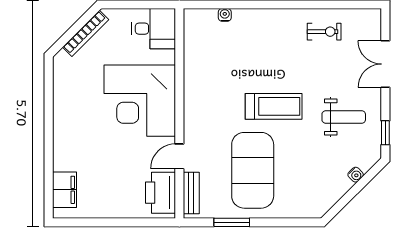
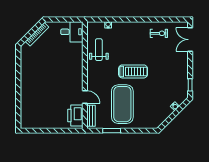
double door: (385, 64) -> (190, 40), moved
corner desk: (140, 101) -> (65, 69), removed
weight bench: (344, 117) -> (99, 50), moved, turned -90
door: (179, 156) -> (85, 97), swing flipped
filing cabinet: (64, 190) -> (26, 114), removed

